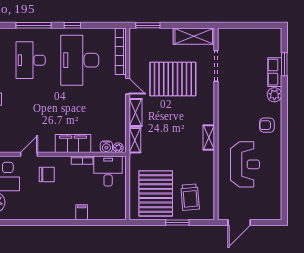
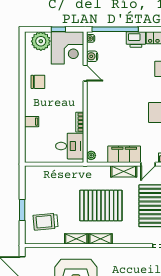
shelving: (135, 140) -> (76, 239), moved
filing cabinet: (73, 144) -> (124, 154), moved, turned -90
water cooler: (106, 147) -> (92, 56), moved
chair: (47, 175) -> (38, 82), moved, turned -90
pallet: (156, 193) -> (101, 206), moved

